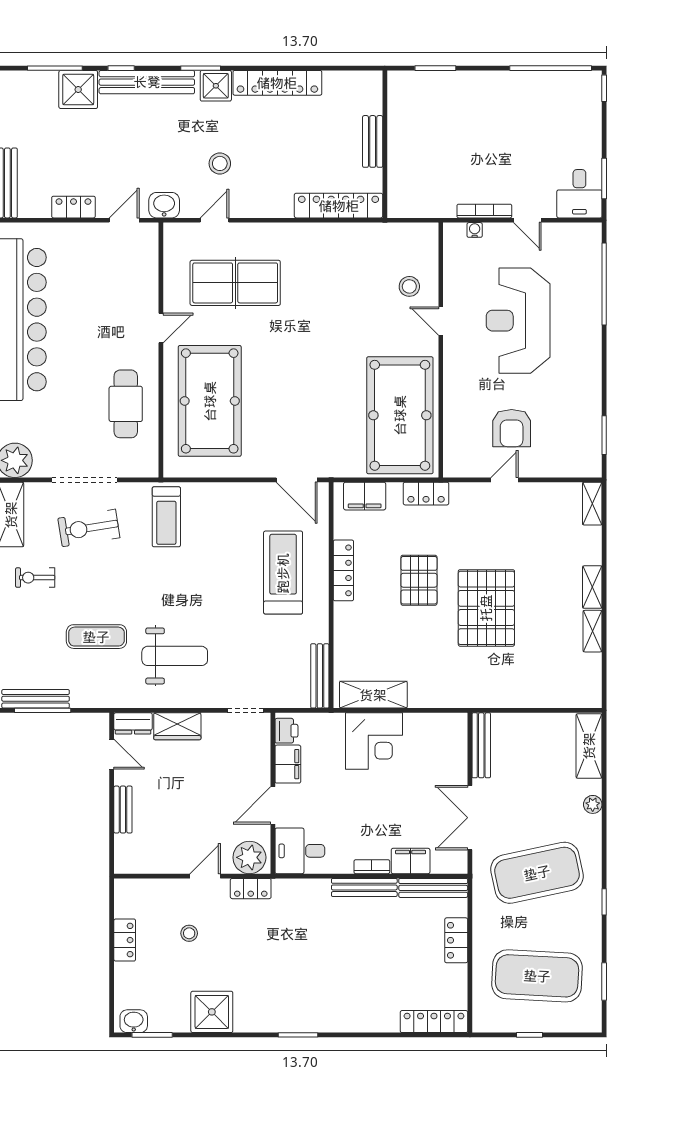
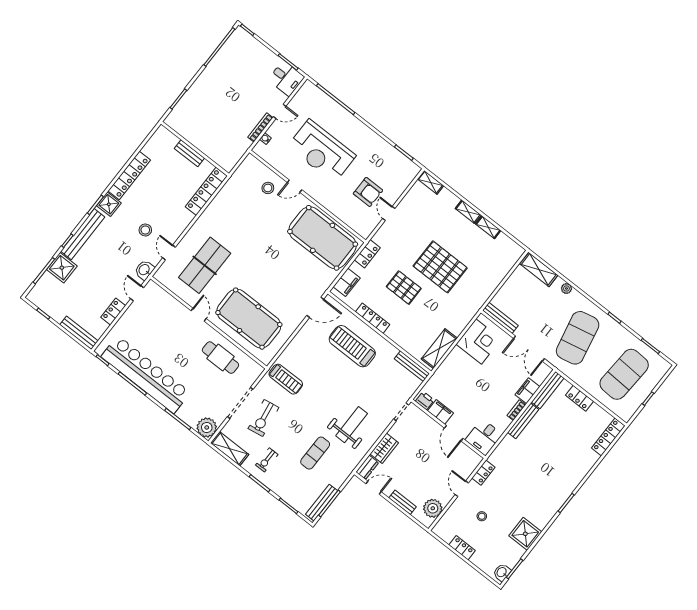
corner desk: (374, 741) -> (479, 342), moved
plant: (249, 857) -> (433, 508), moved

